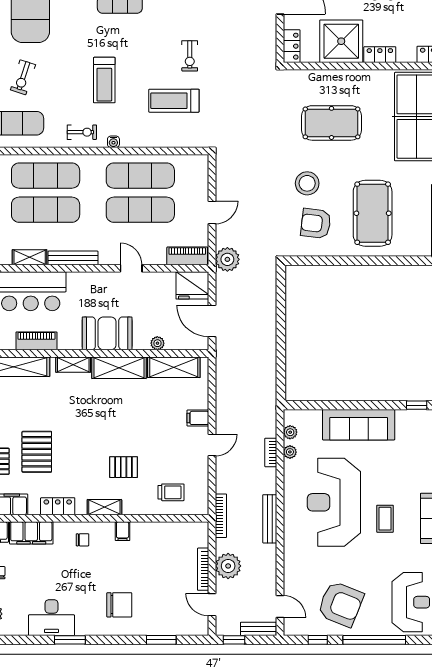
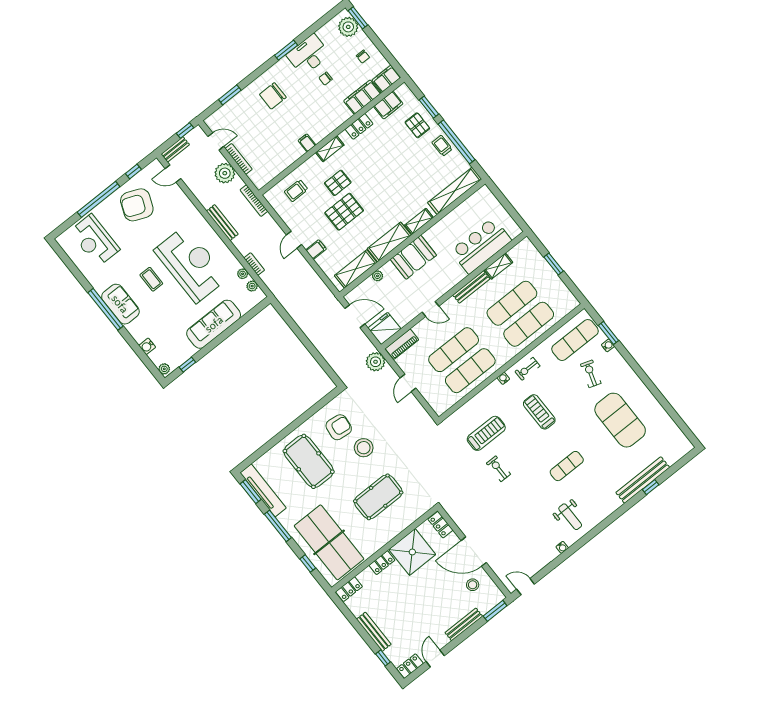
piano: (36, 341) -> (453, 218), removed
pallet: (37, 452) -> (344, 212), moved, turned 90
chair: (83, 540) -> (326, 79), moved

